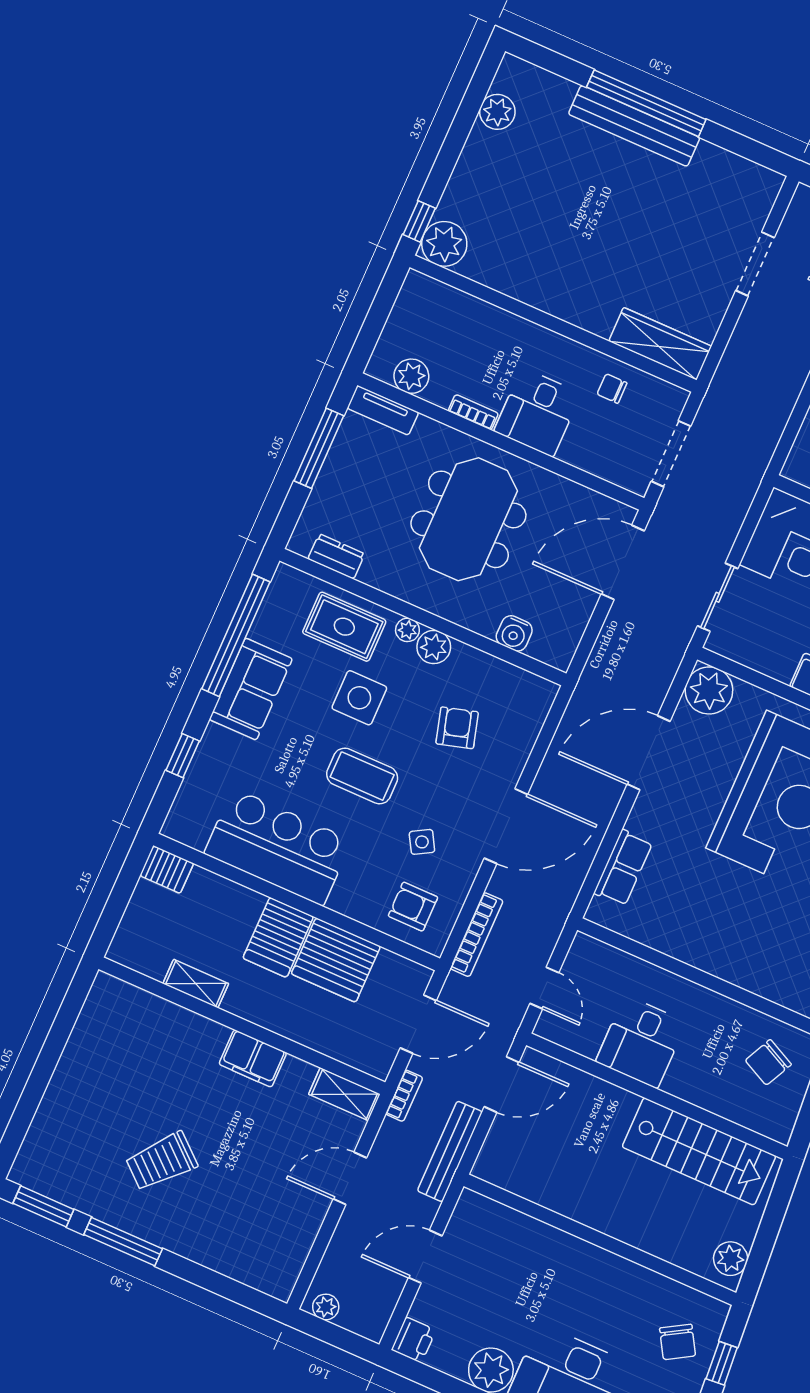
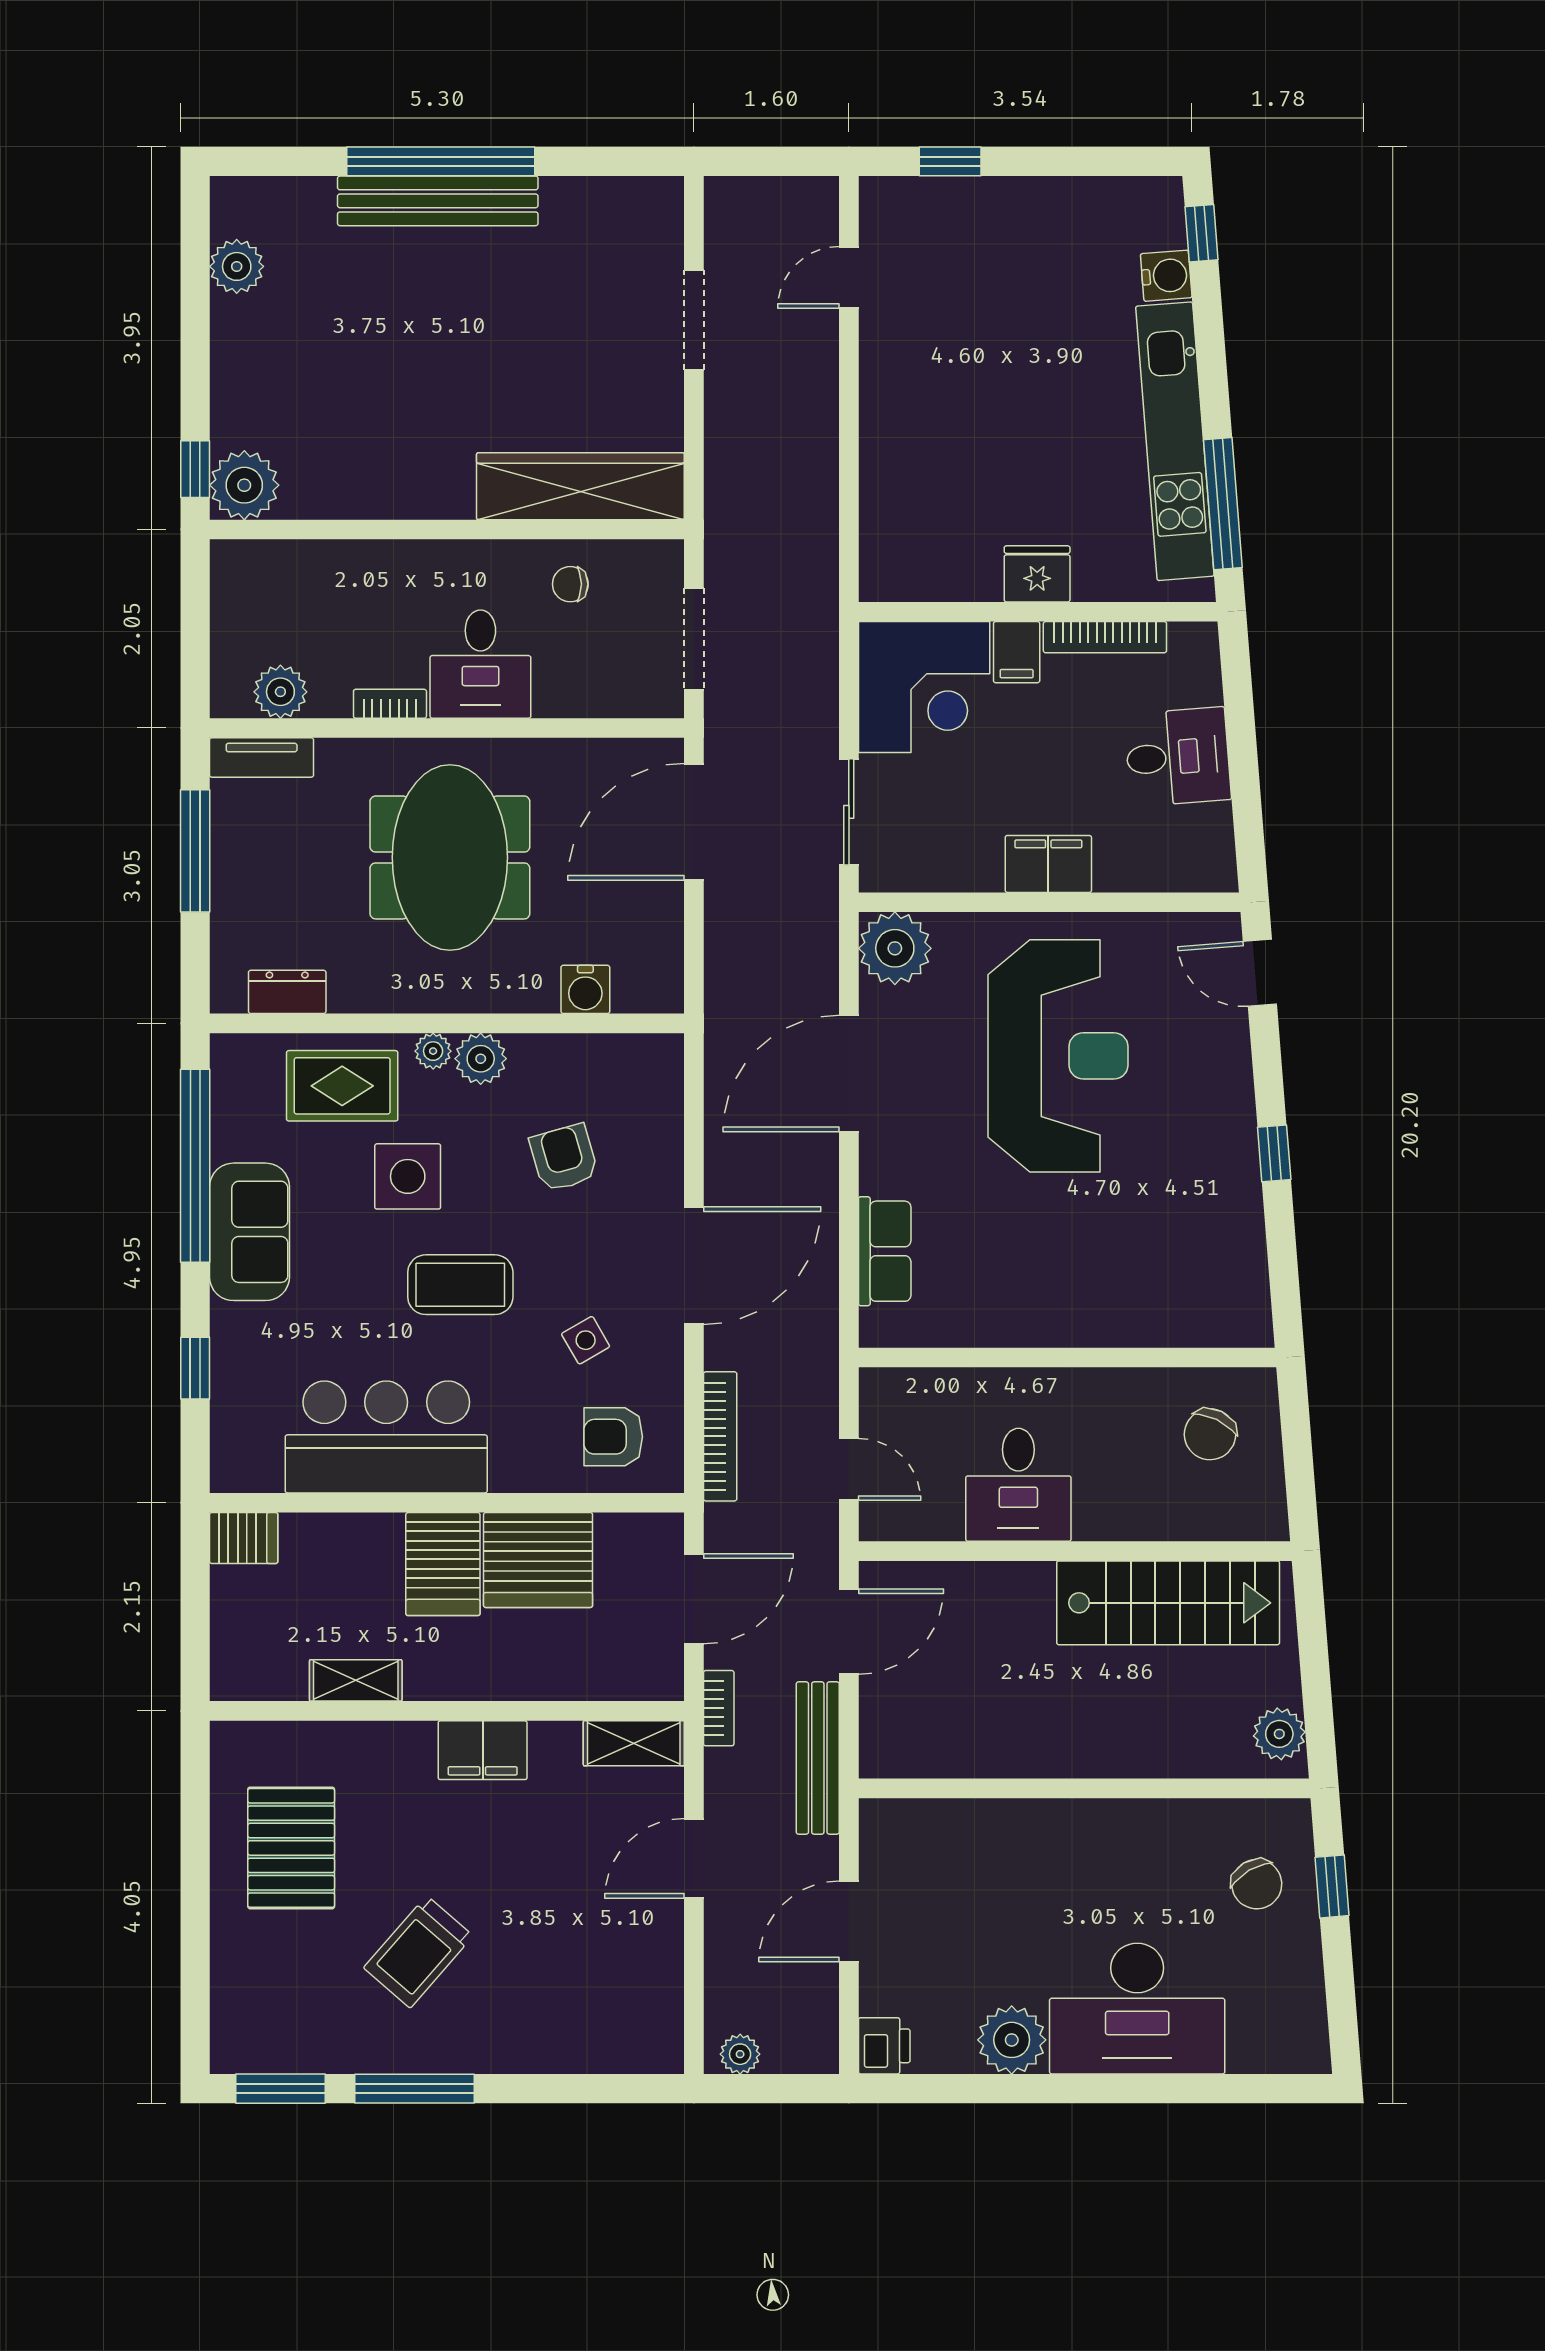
wardrobe: (660, 344) -> (580, 486), width x1.40, depth x1.17
pallet: (113, 1066) -> (291, 1848), added

